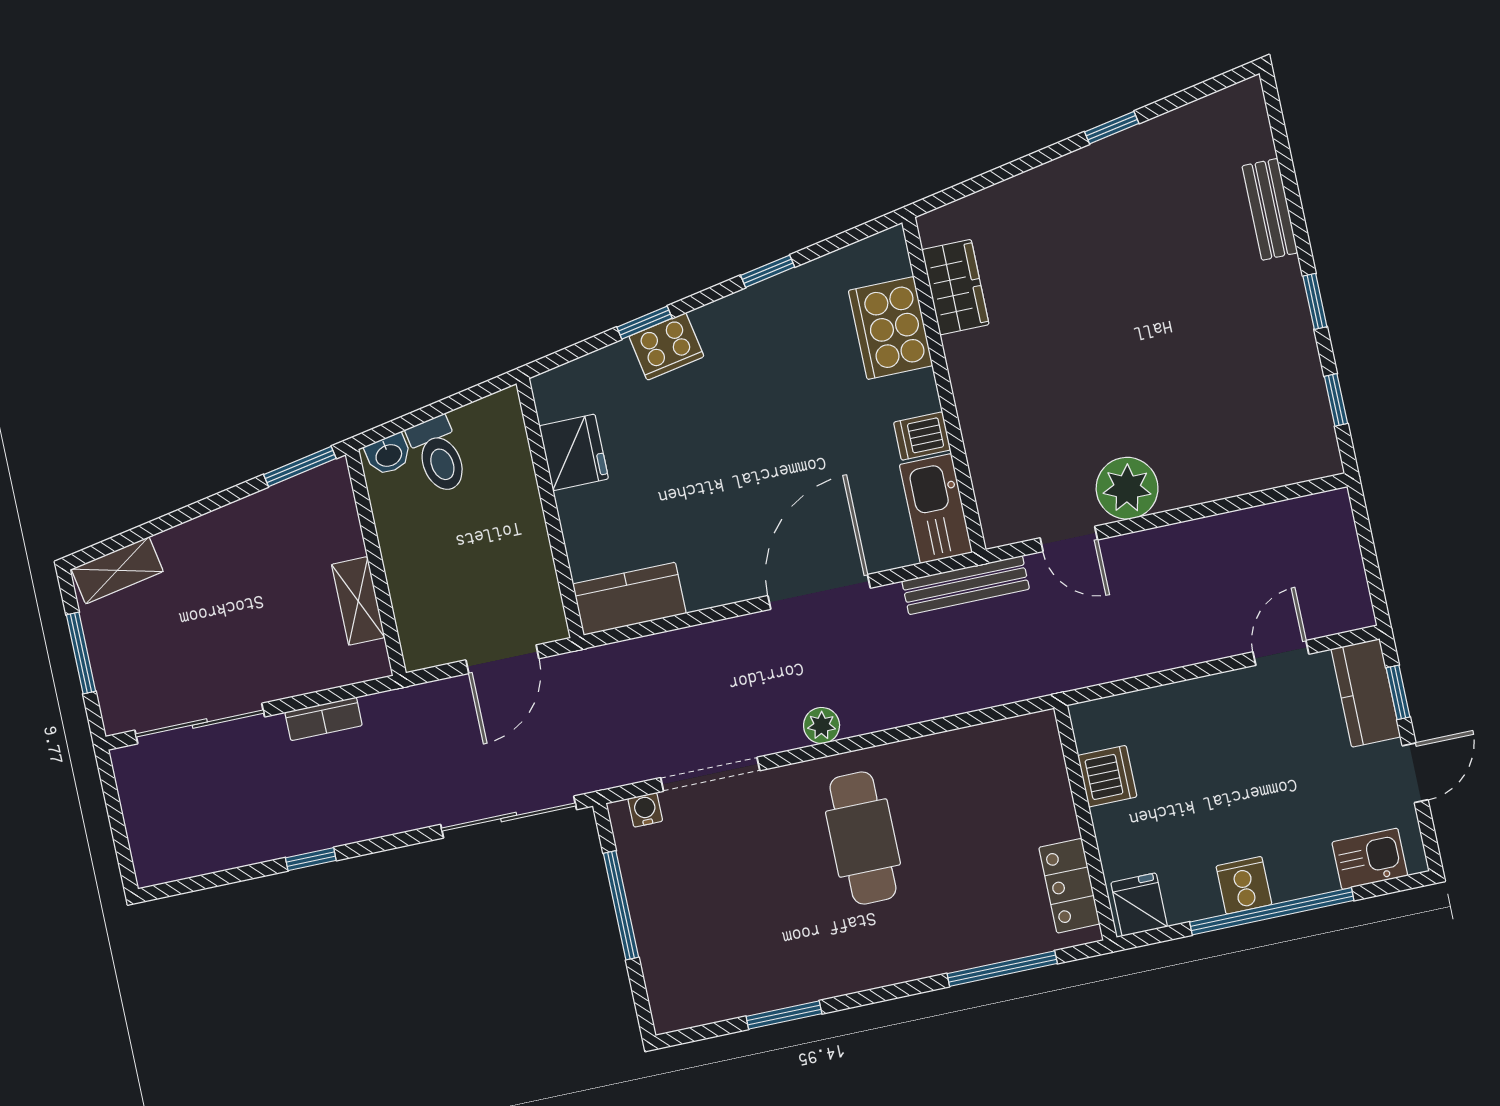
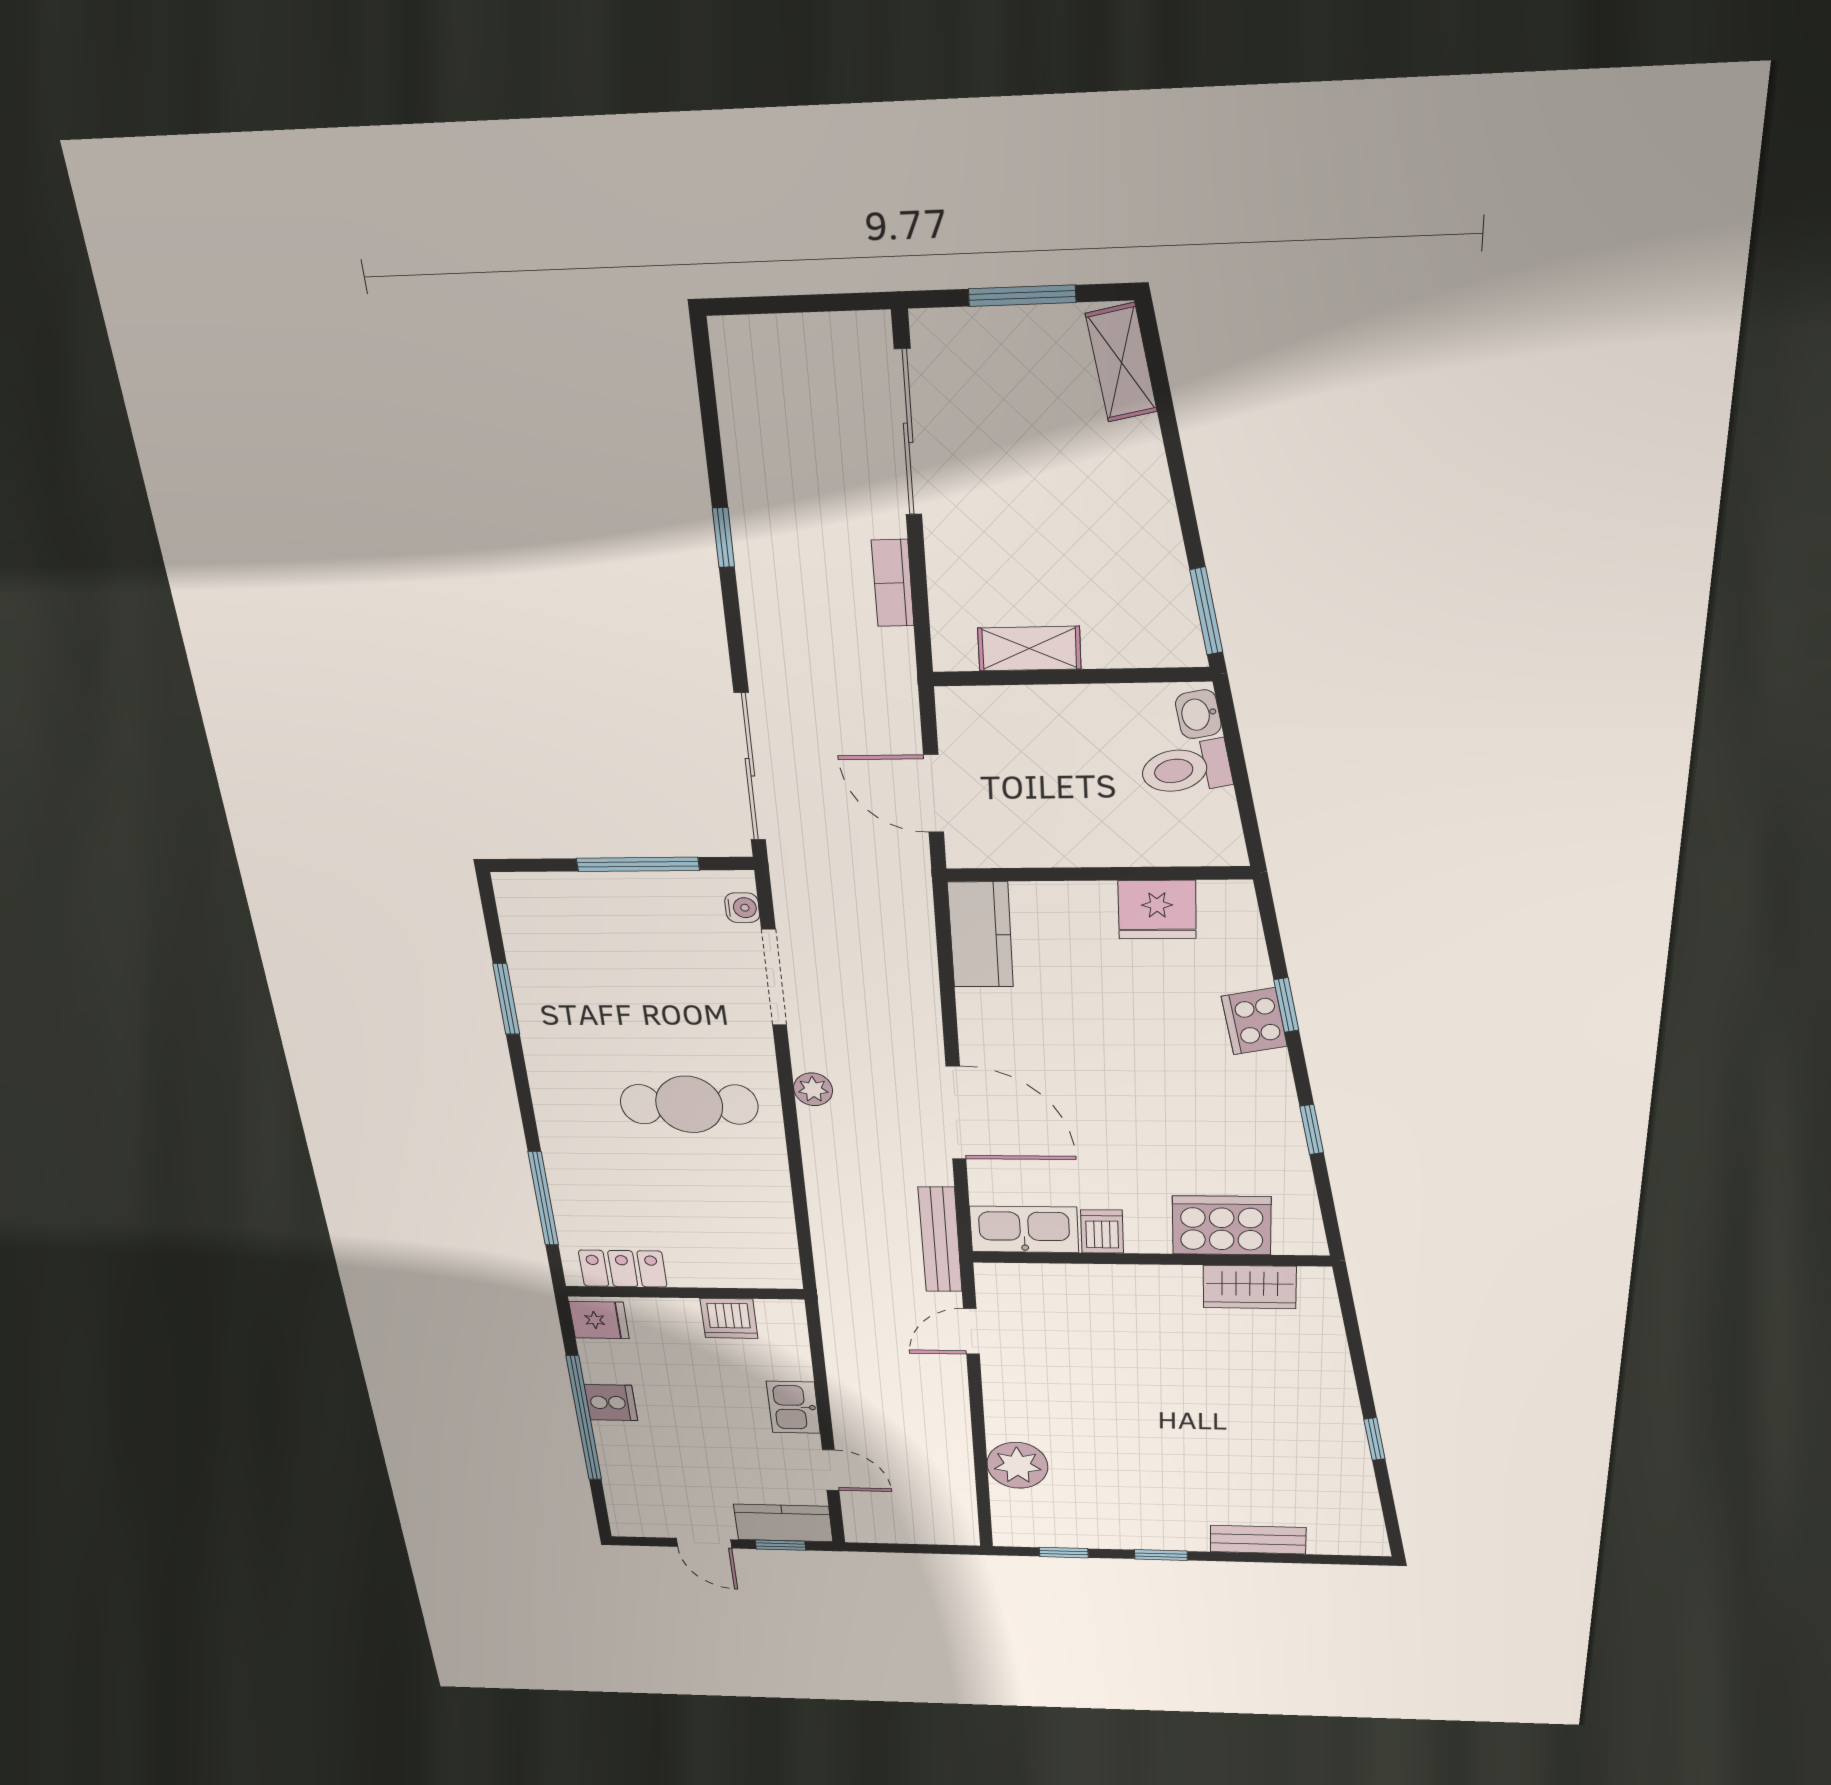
plant: (1127, 488) -> (1017, 1465), moved
kitchen sink: (1370, 859) -> (793, 1407), moved, turned 180

